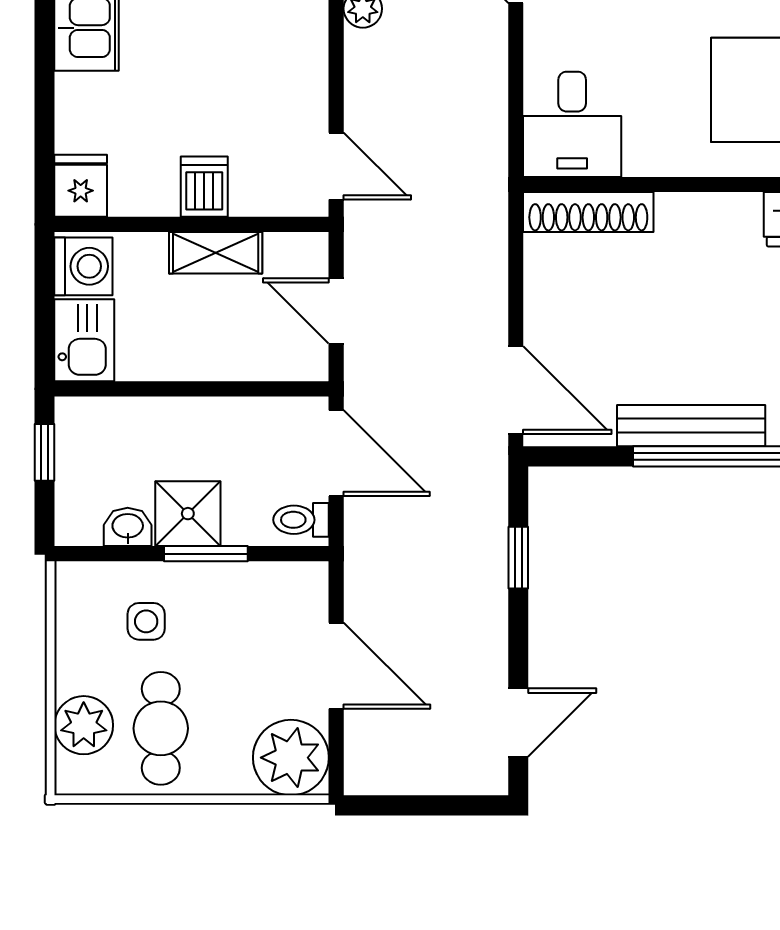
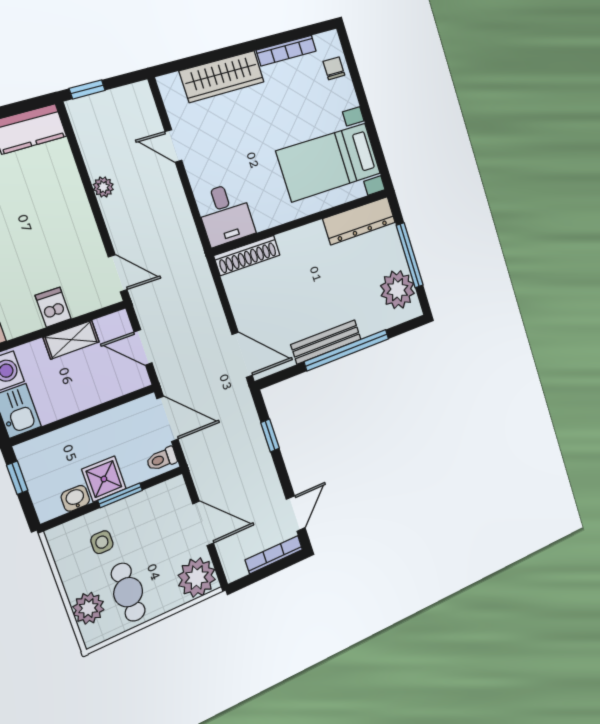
bookcase: (450, 780) -> (274, 555), added

